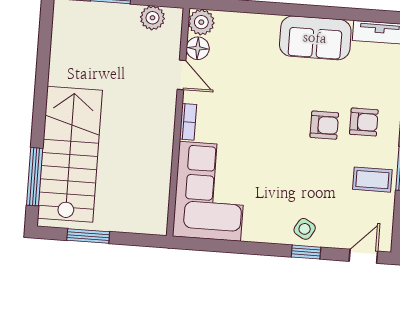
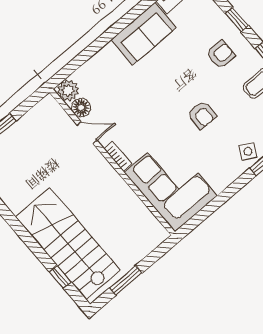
plant: (152, 18) -> (37, 116), removed
armchair: (324, 125) -> (202, 115), moved, turned 90
window: (35, 177) -> (60, 277), width x0.46

